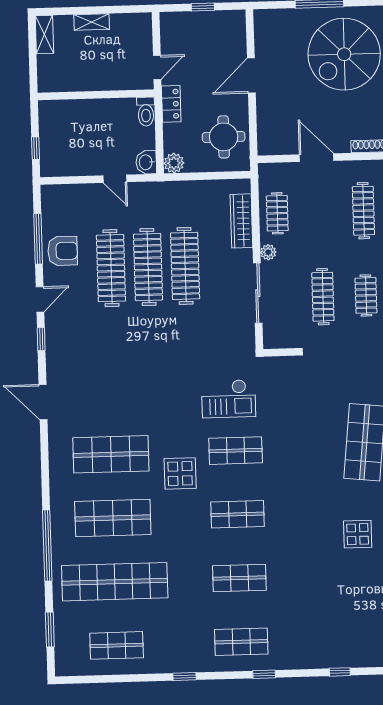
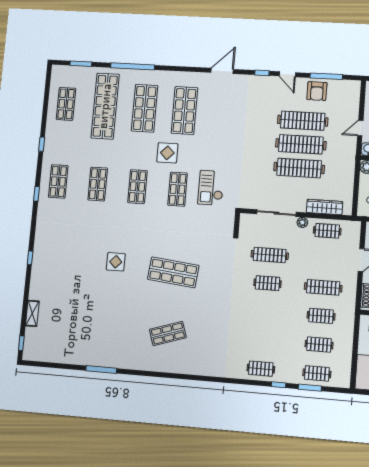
window: (340, 672) -> (30, 258), moved

